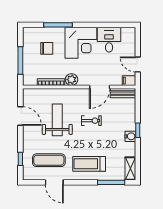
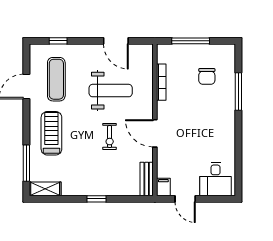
desk: (109, 40) -> (216, 179), moved, turned 90
corner desk: (81, 43) -> (214, 122), removed
door: (138, 64) -> (185, 199), swing flipped
plant: (72, 80) -> (165, 110), removed
door: (100, 87) -> (155, 133), moved
door: (20, 116) -> (116, 41), hinge flipped
water cooler: (130, 136) -> (88, 189), removed

